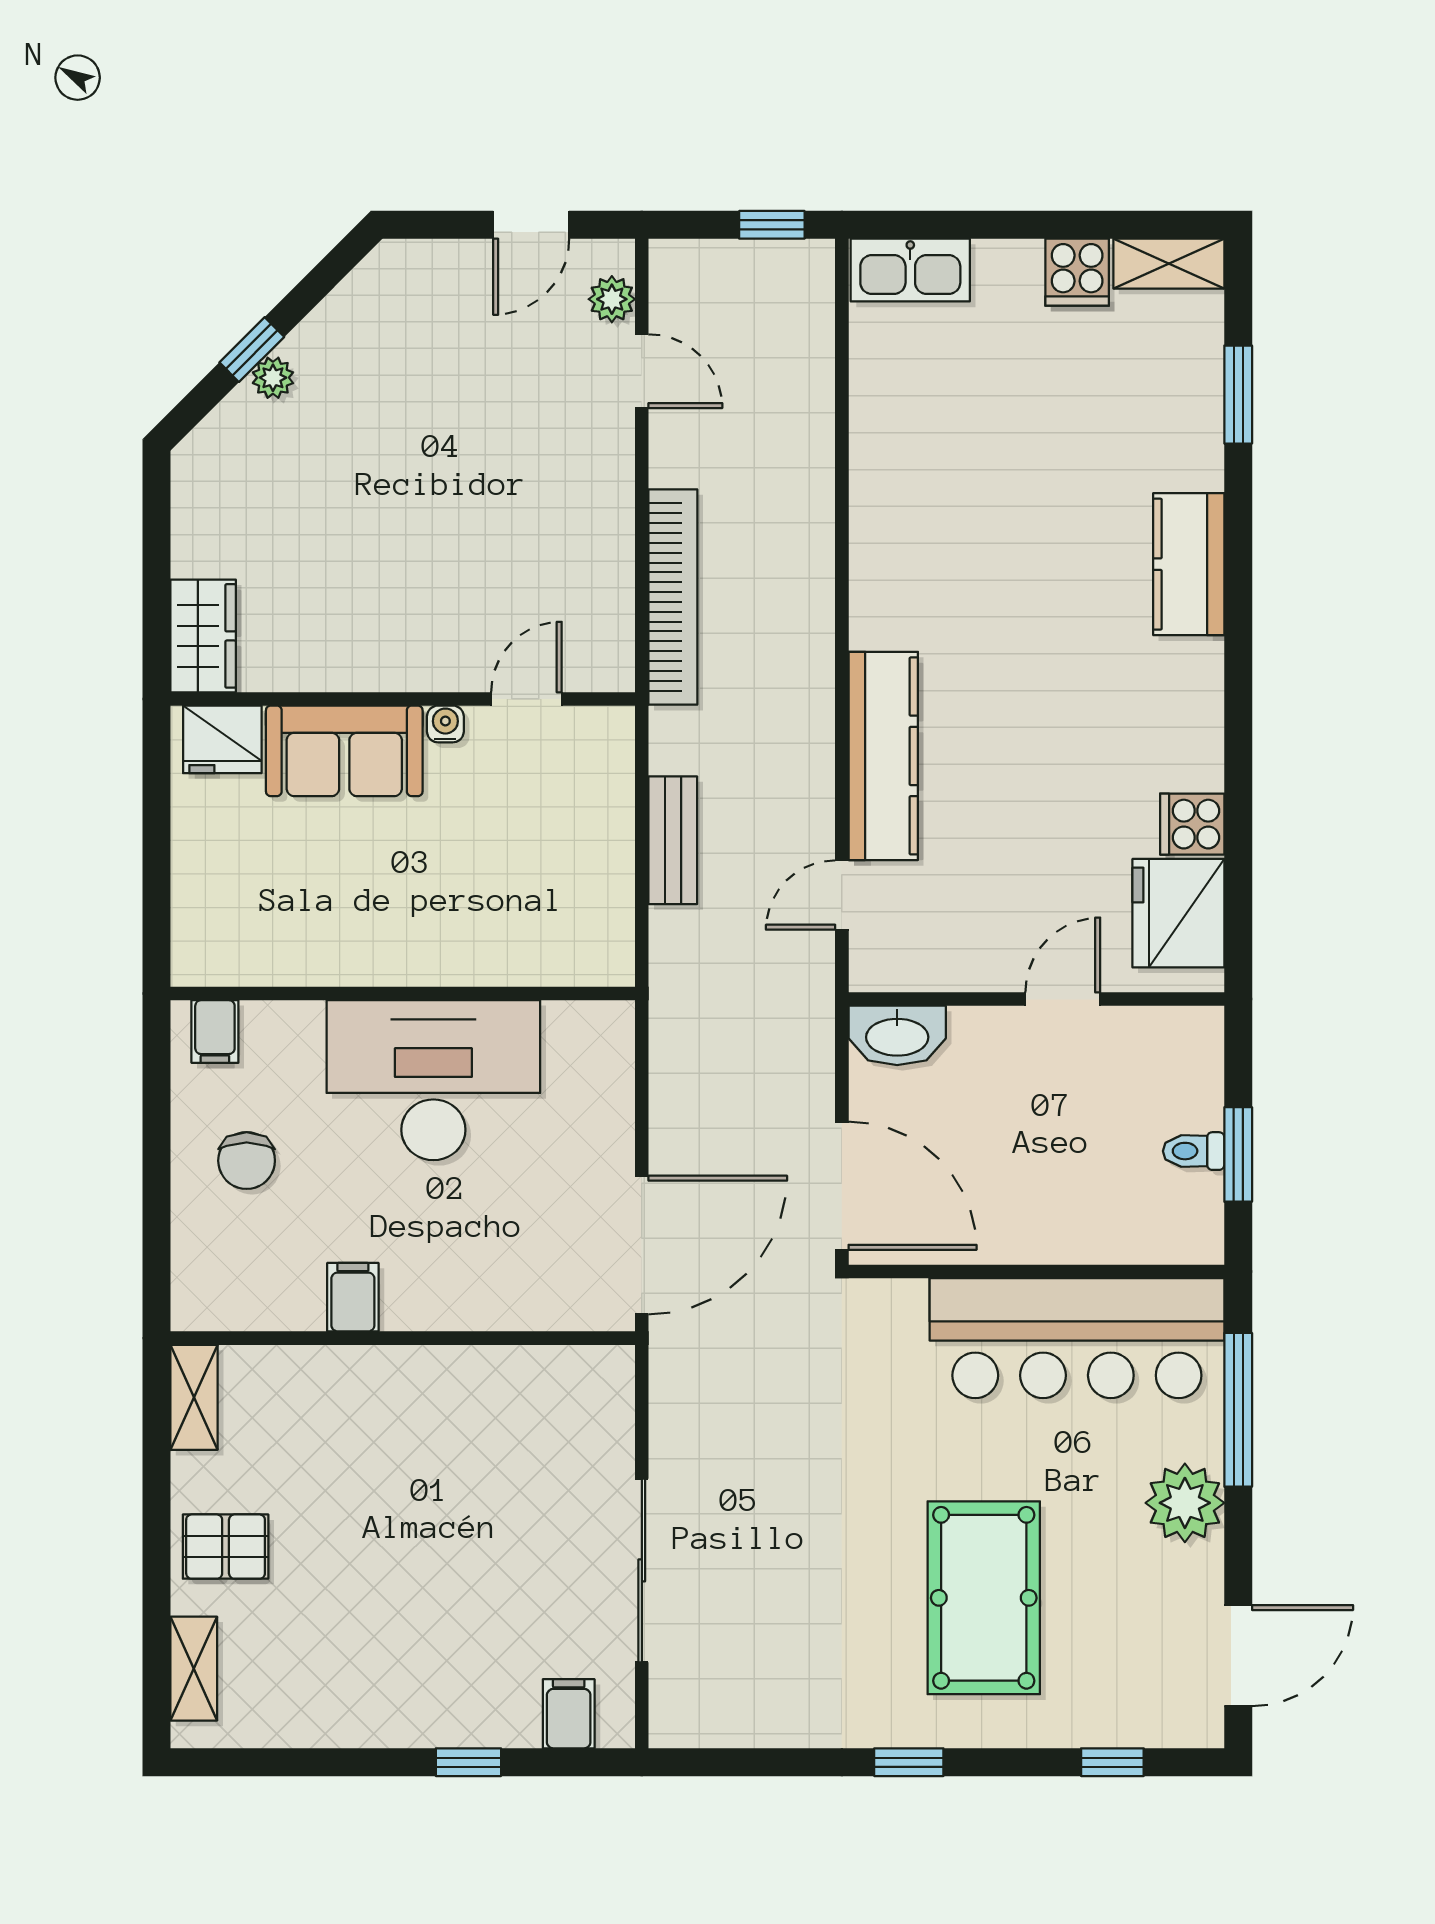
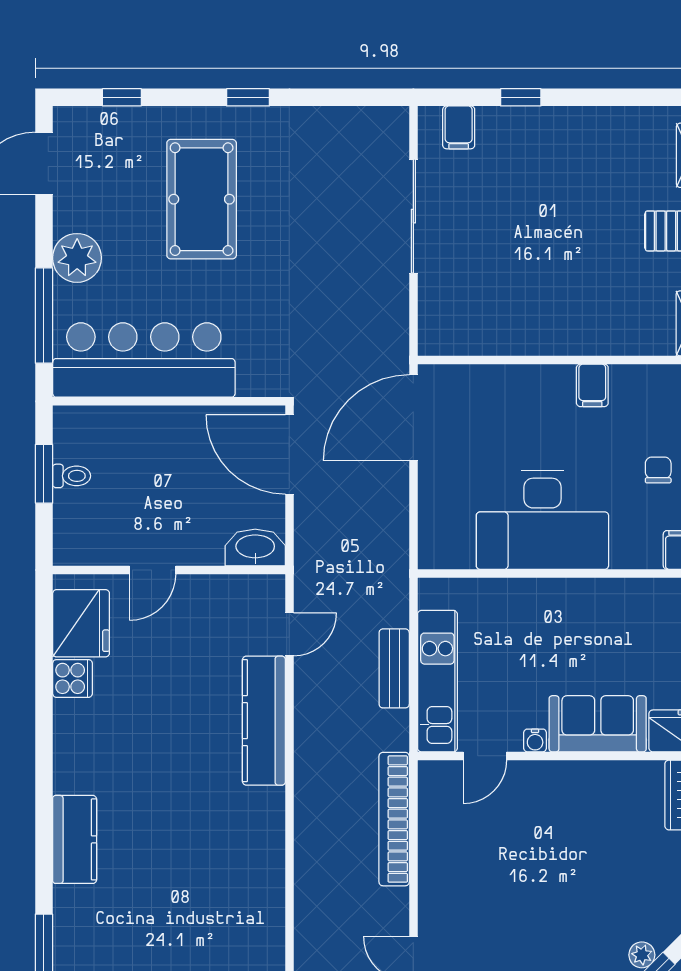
kitchen unit: (603, 820) -> (437, 681), added
chair: (247, 1161) -> (658, 470), width x0.73, depth x0.73

